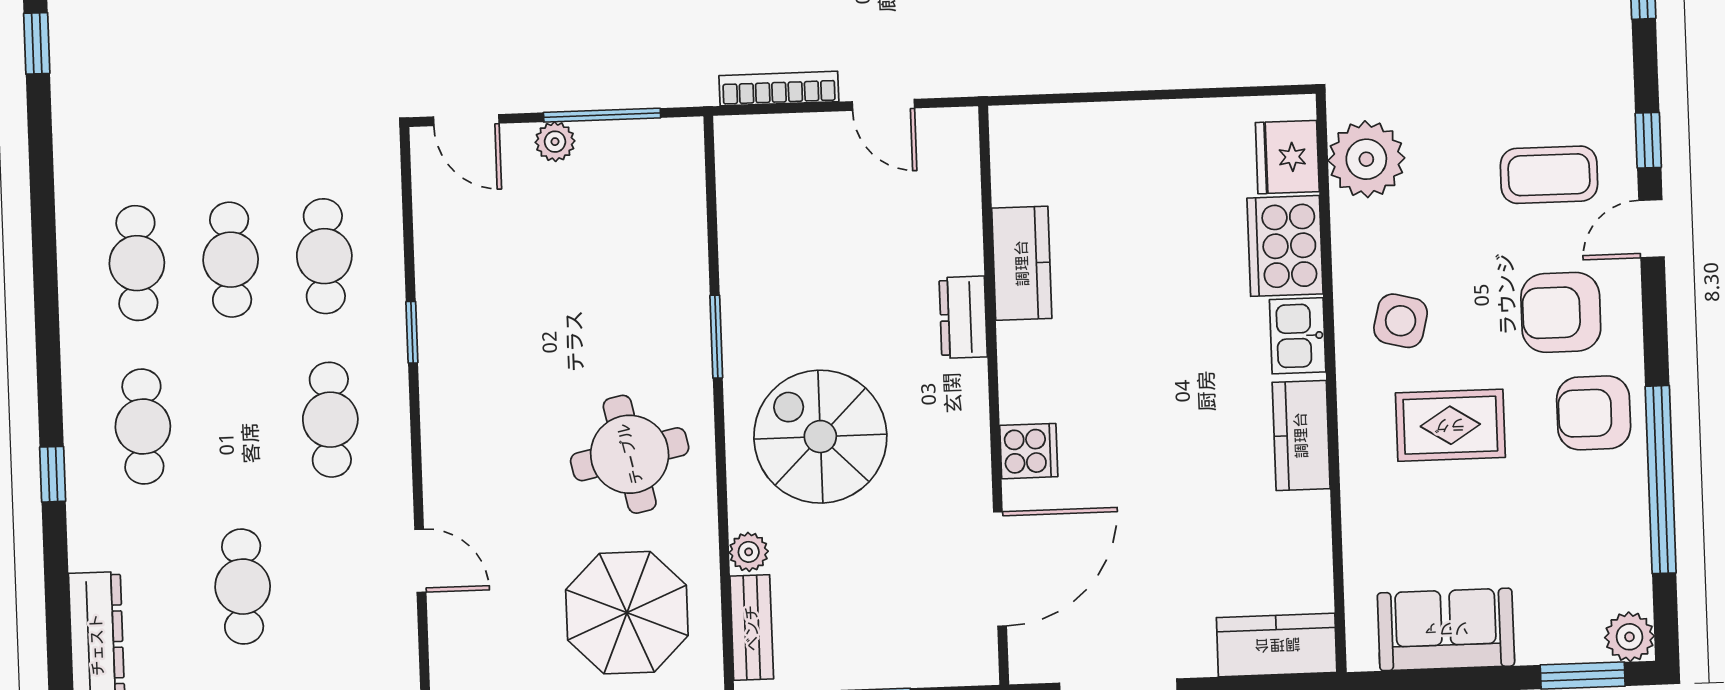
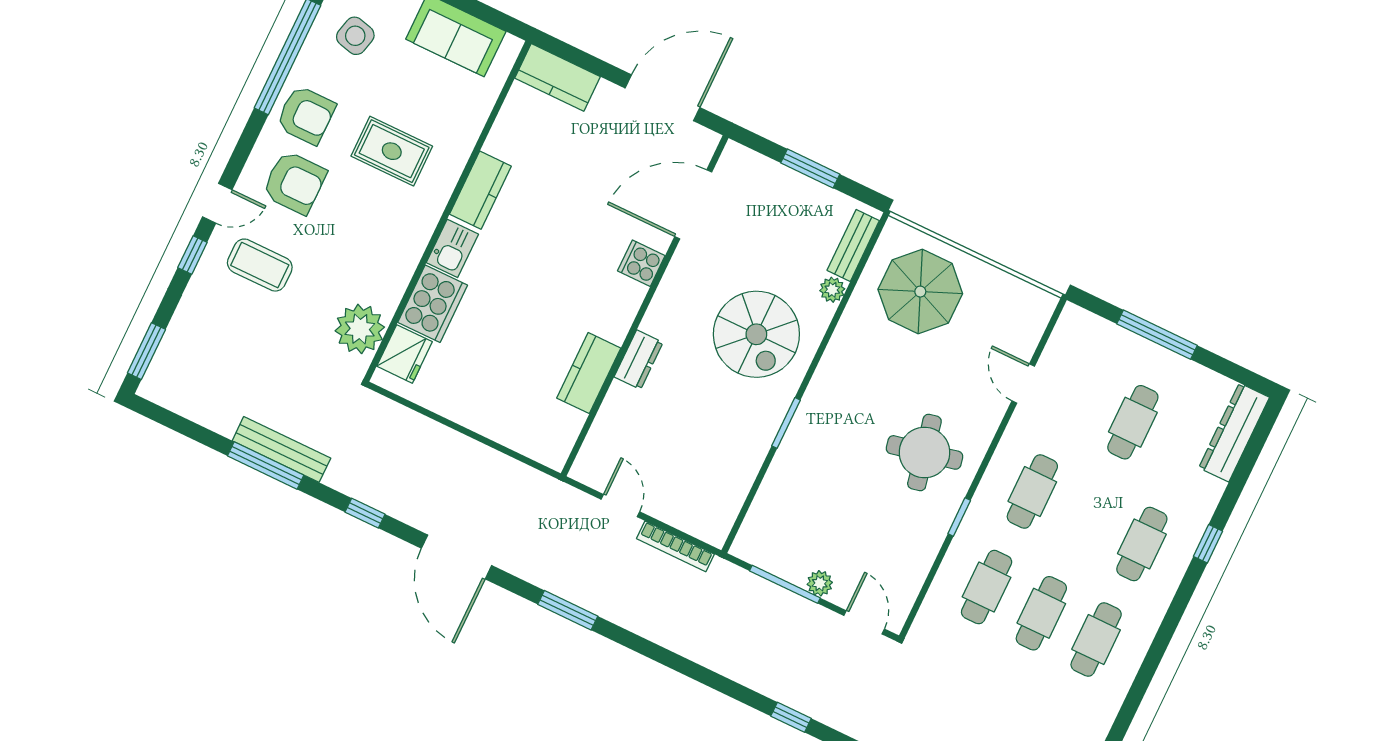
side table: (1401, 321) -> (355, 36), moved
round table: (630, 454) -> (924, 452), moved

